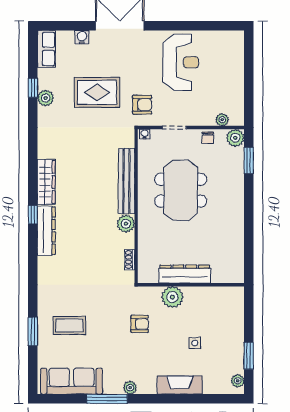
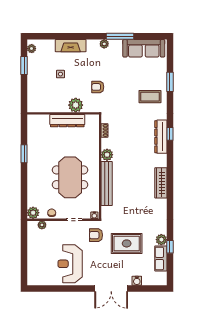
row of seats: (46, 49) -> (161, 258), moved
window: (249, 161) -> (24, 154), moved
window: (33, 215) -> (170, 134), moved
dresser: (46, 231) -> (161, 137), moved
coffee table: (69, 325) -> (150, 97), moved

